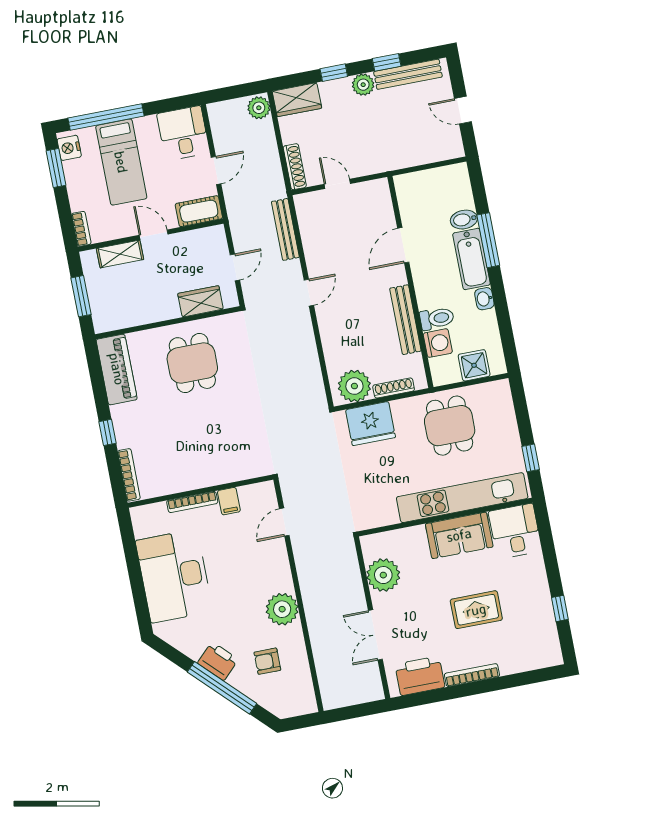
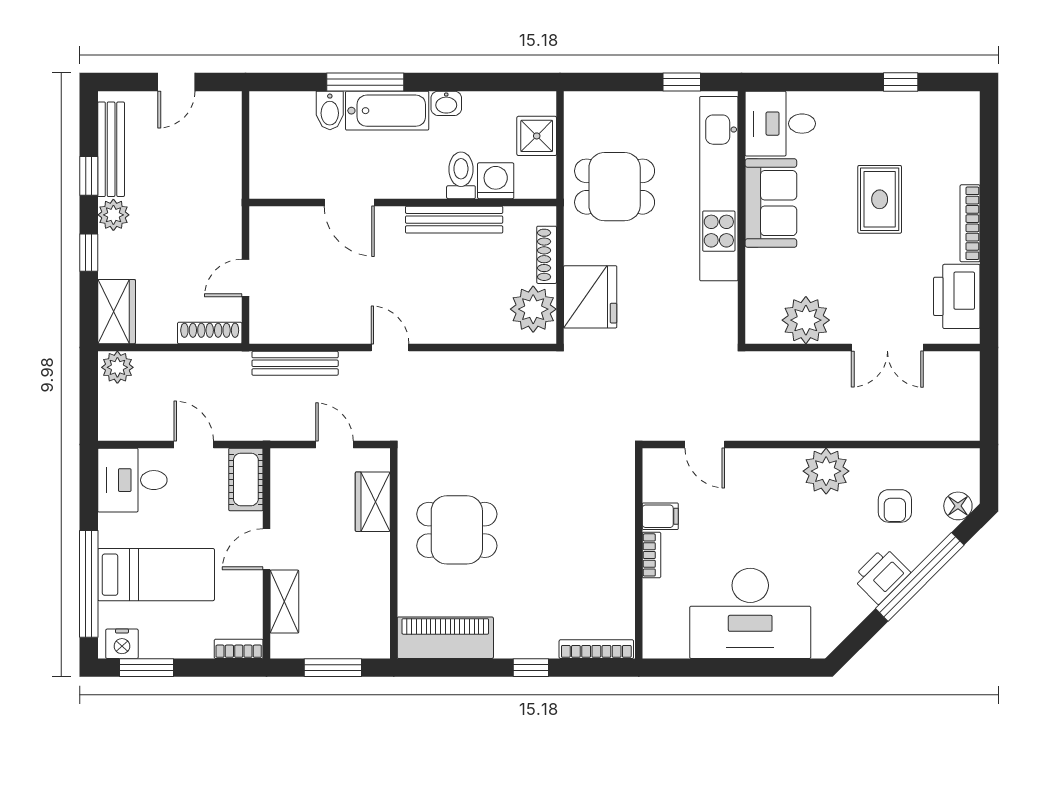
bookcase: (192, 502) -> (651, 555), width x0.64
floor lamp: (276, 705) -> (958, 506), added

